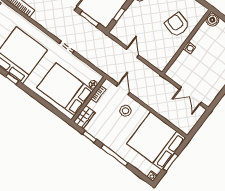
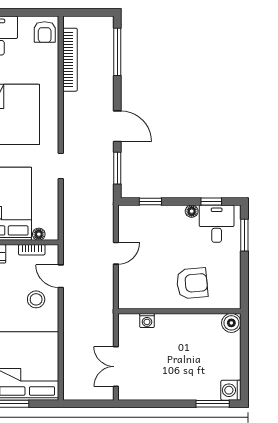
armchair: (177, 25) -> (192, 283), turned 69
washing machine: (190, 48) -> (147, 320), moved
door: (123, 89) -> (61, 276), swing flipped

